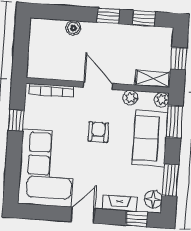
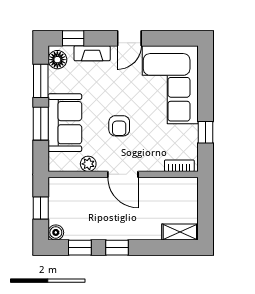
boiler: (73, 28) -> (56, 232), moved
shelving: (153, 79) -> (180, 232), moved
bookcase: (51, 91) -> (179, 166), width x0.64
plant: (162, 100) -> (56, 164), removed
window: (174, 122) -> (41, 124), moved

